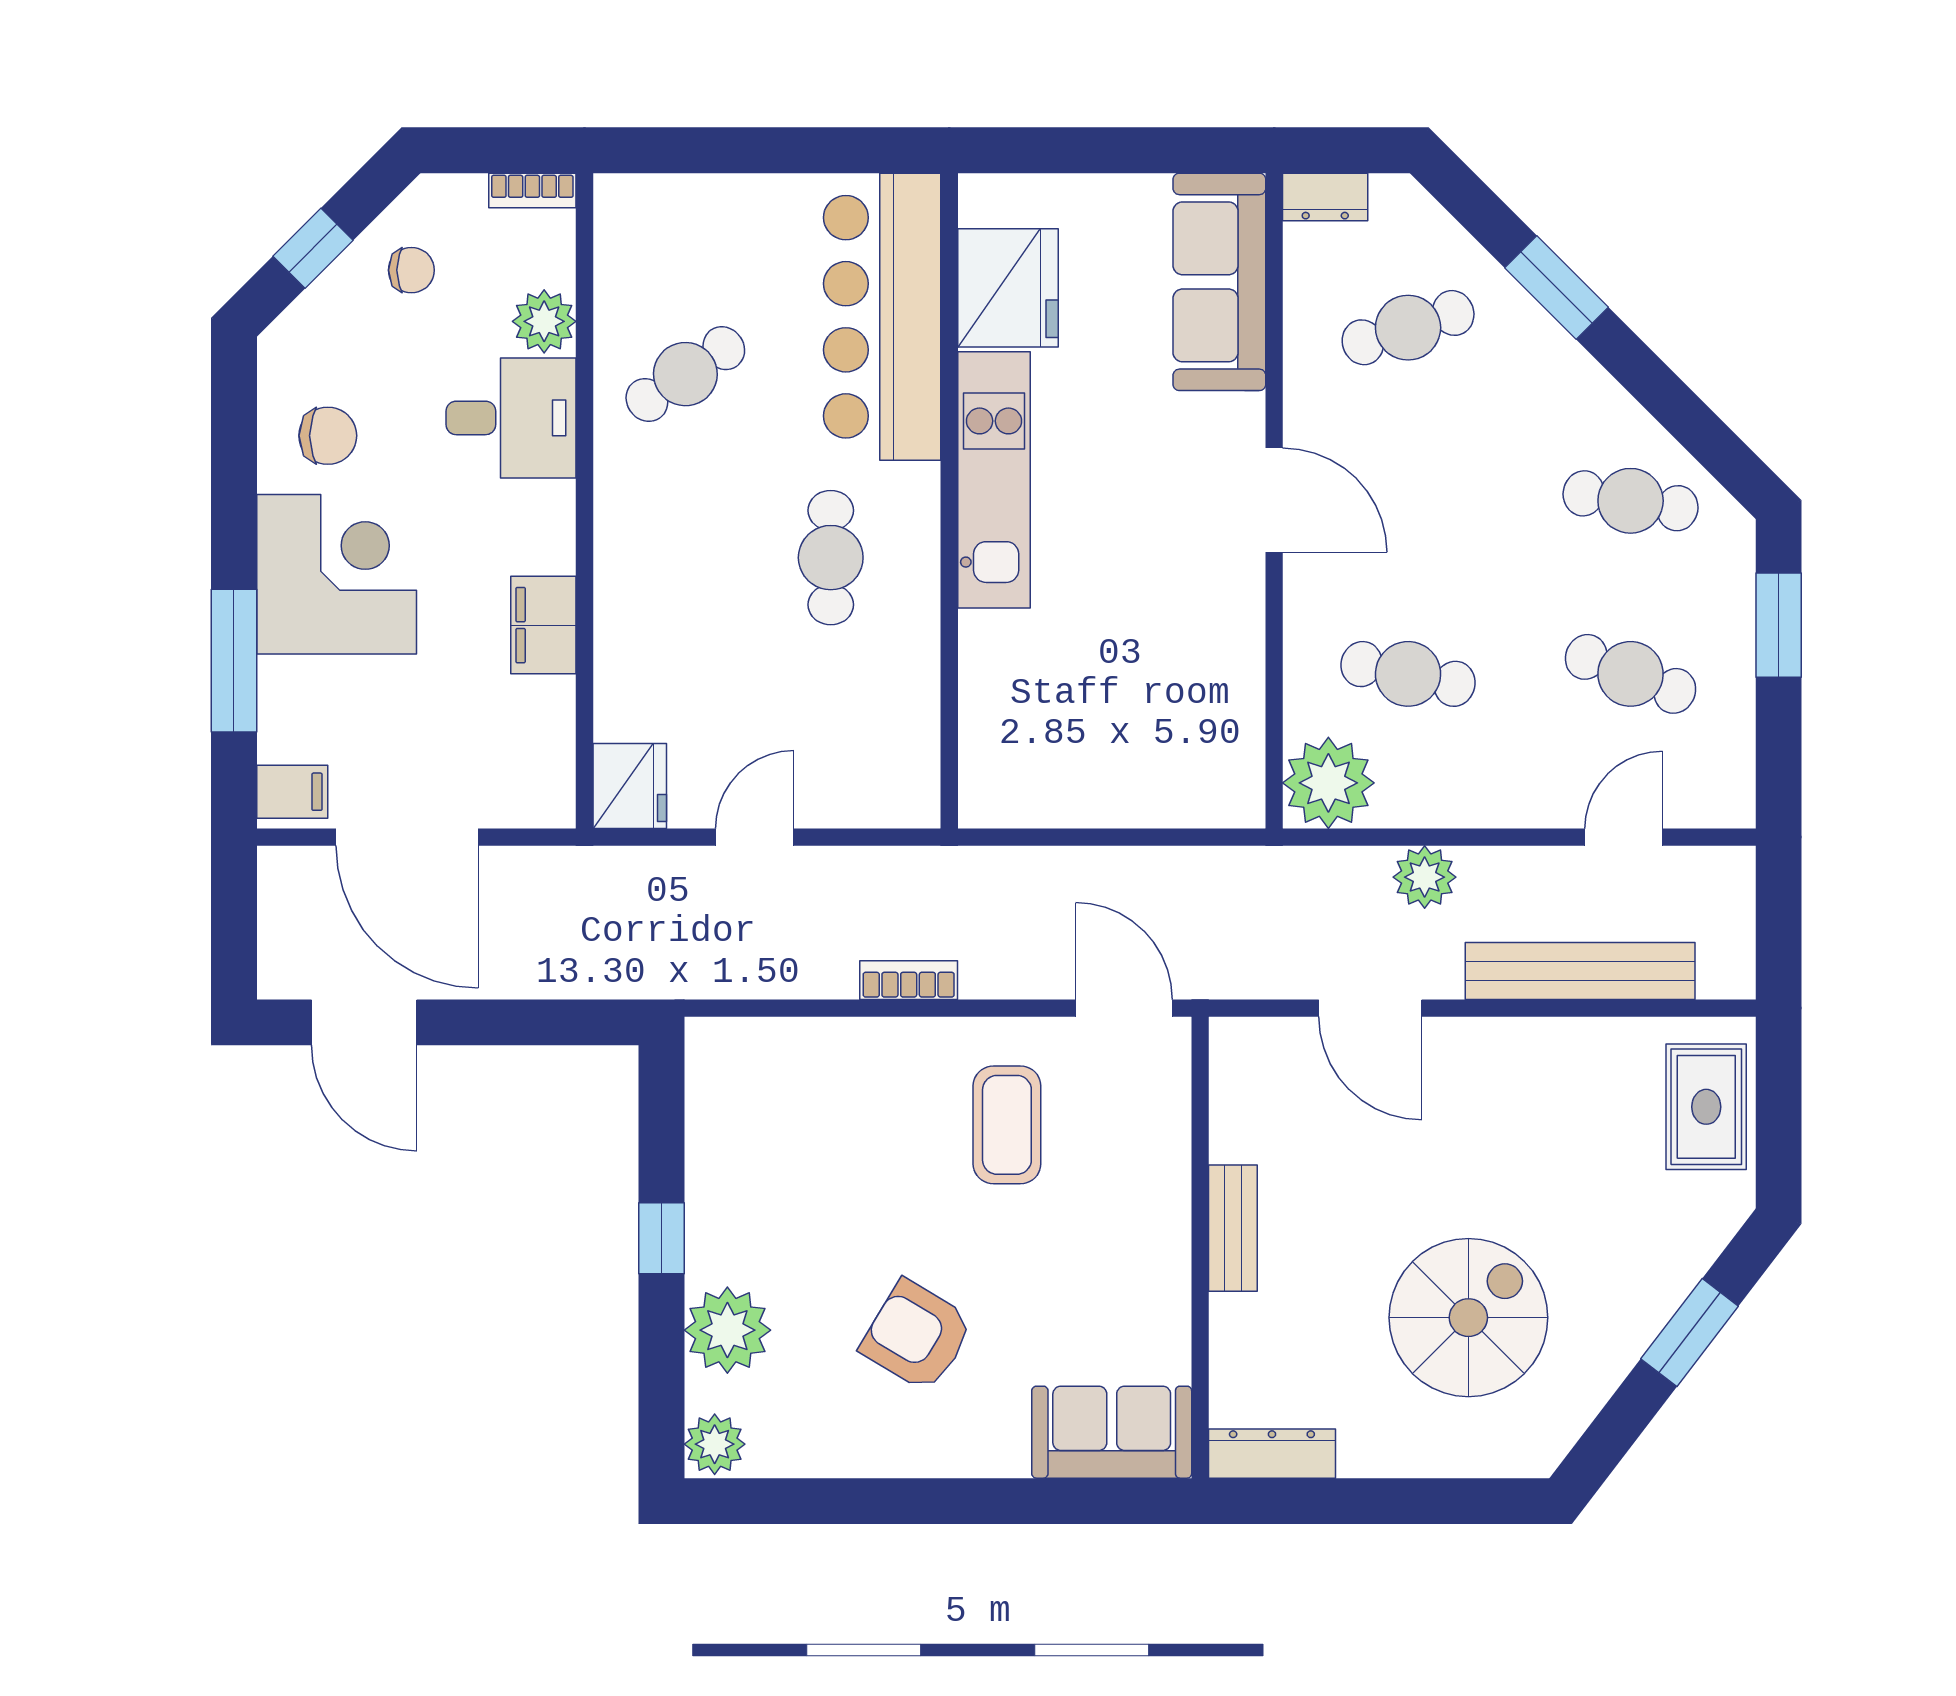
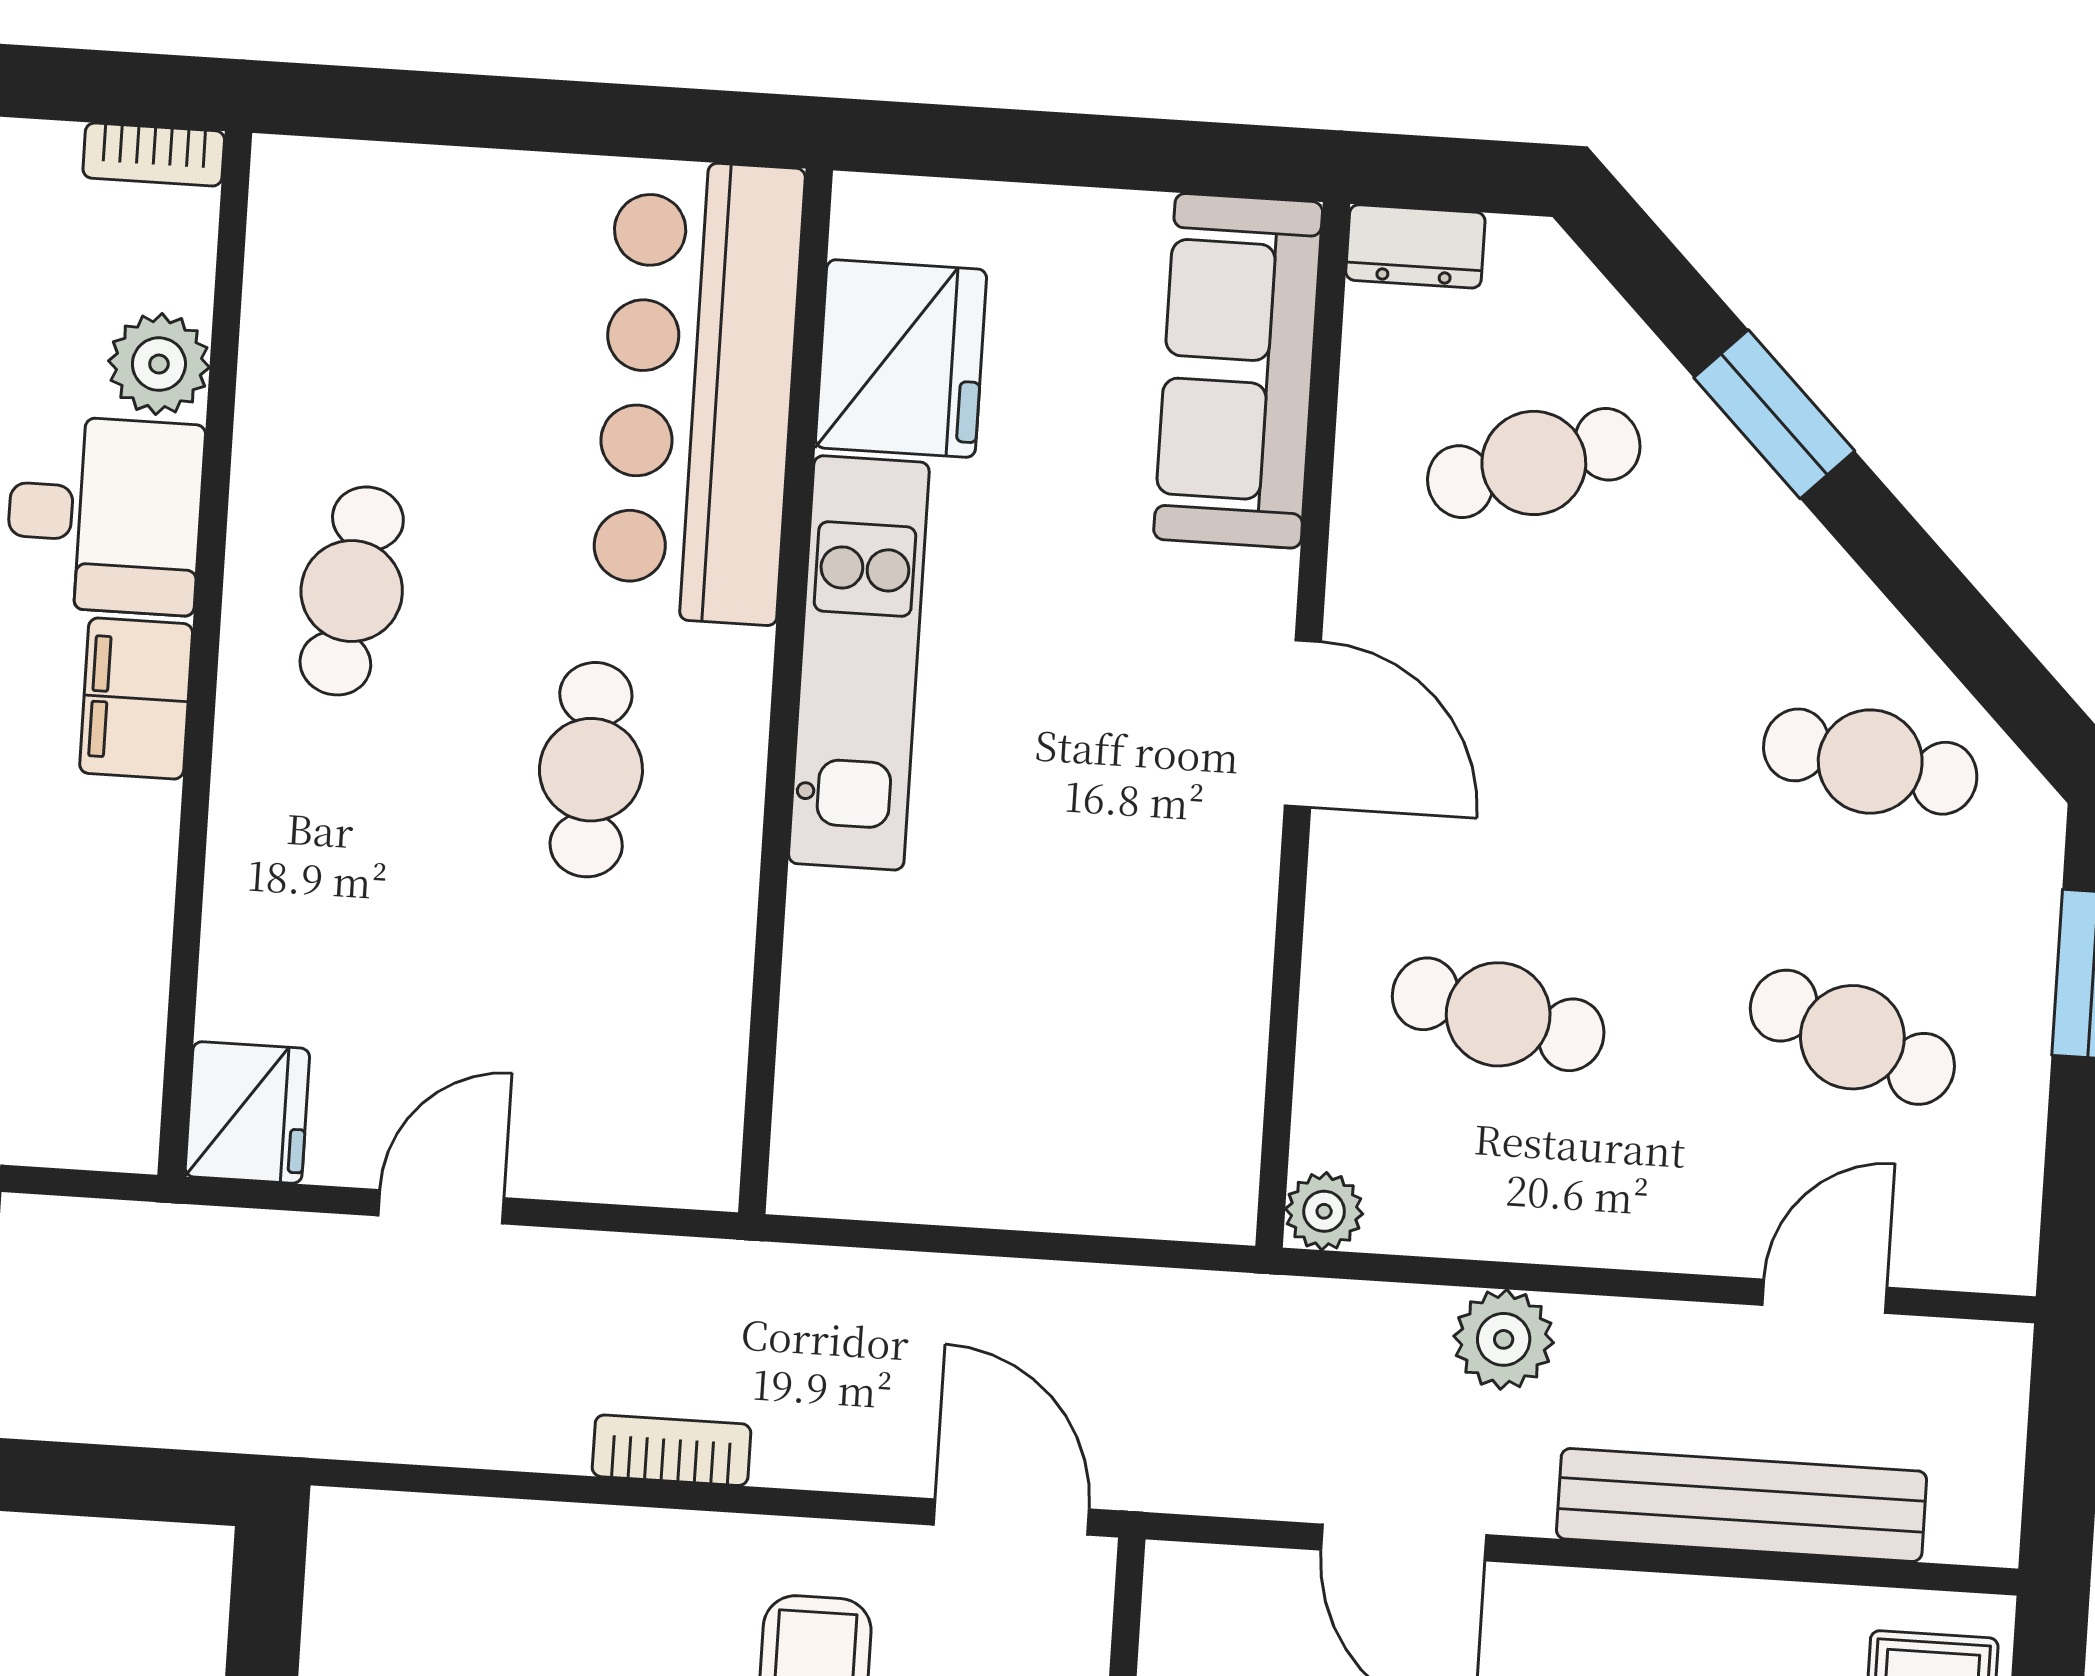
cafe table: (685, 374) -> (352, 591), moved, turned -47
filing cabinet: (543, 625) -> (136, 699), moved
plant: (1328, 783) -> (1324, 1211), width x0.53, depth x0.53

